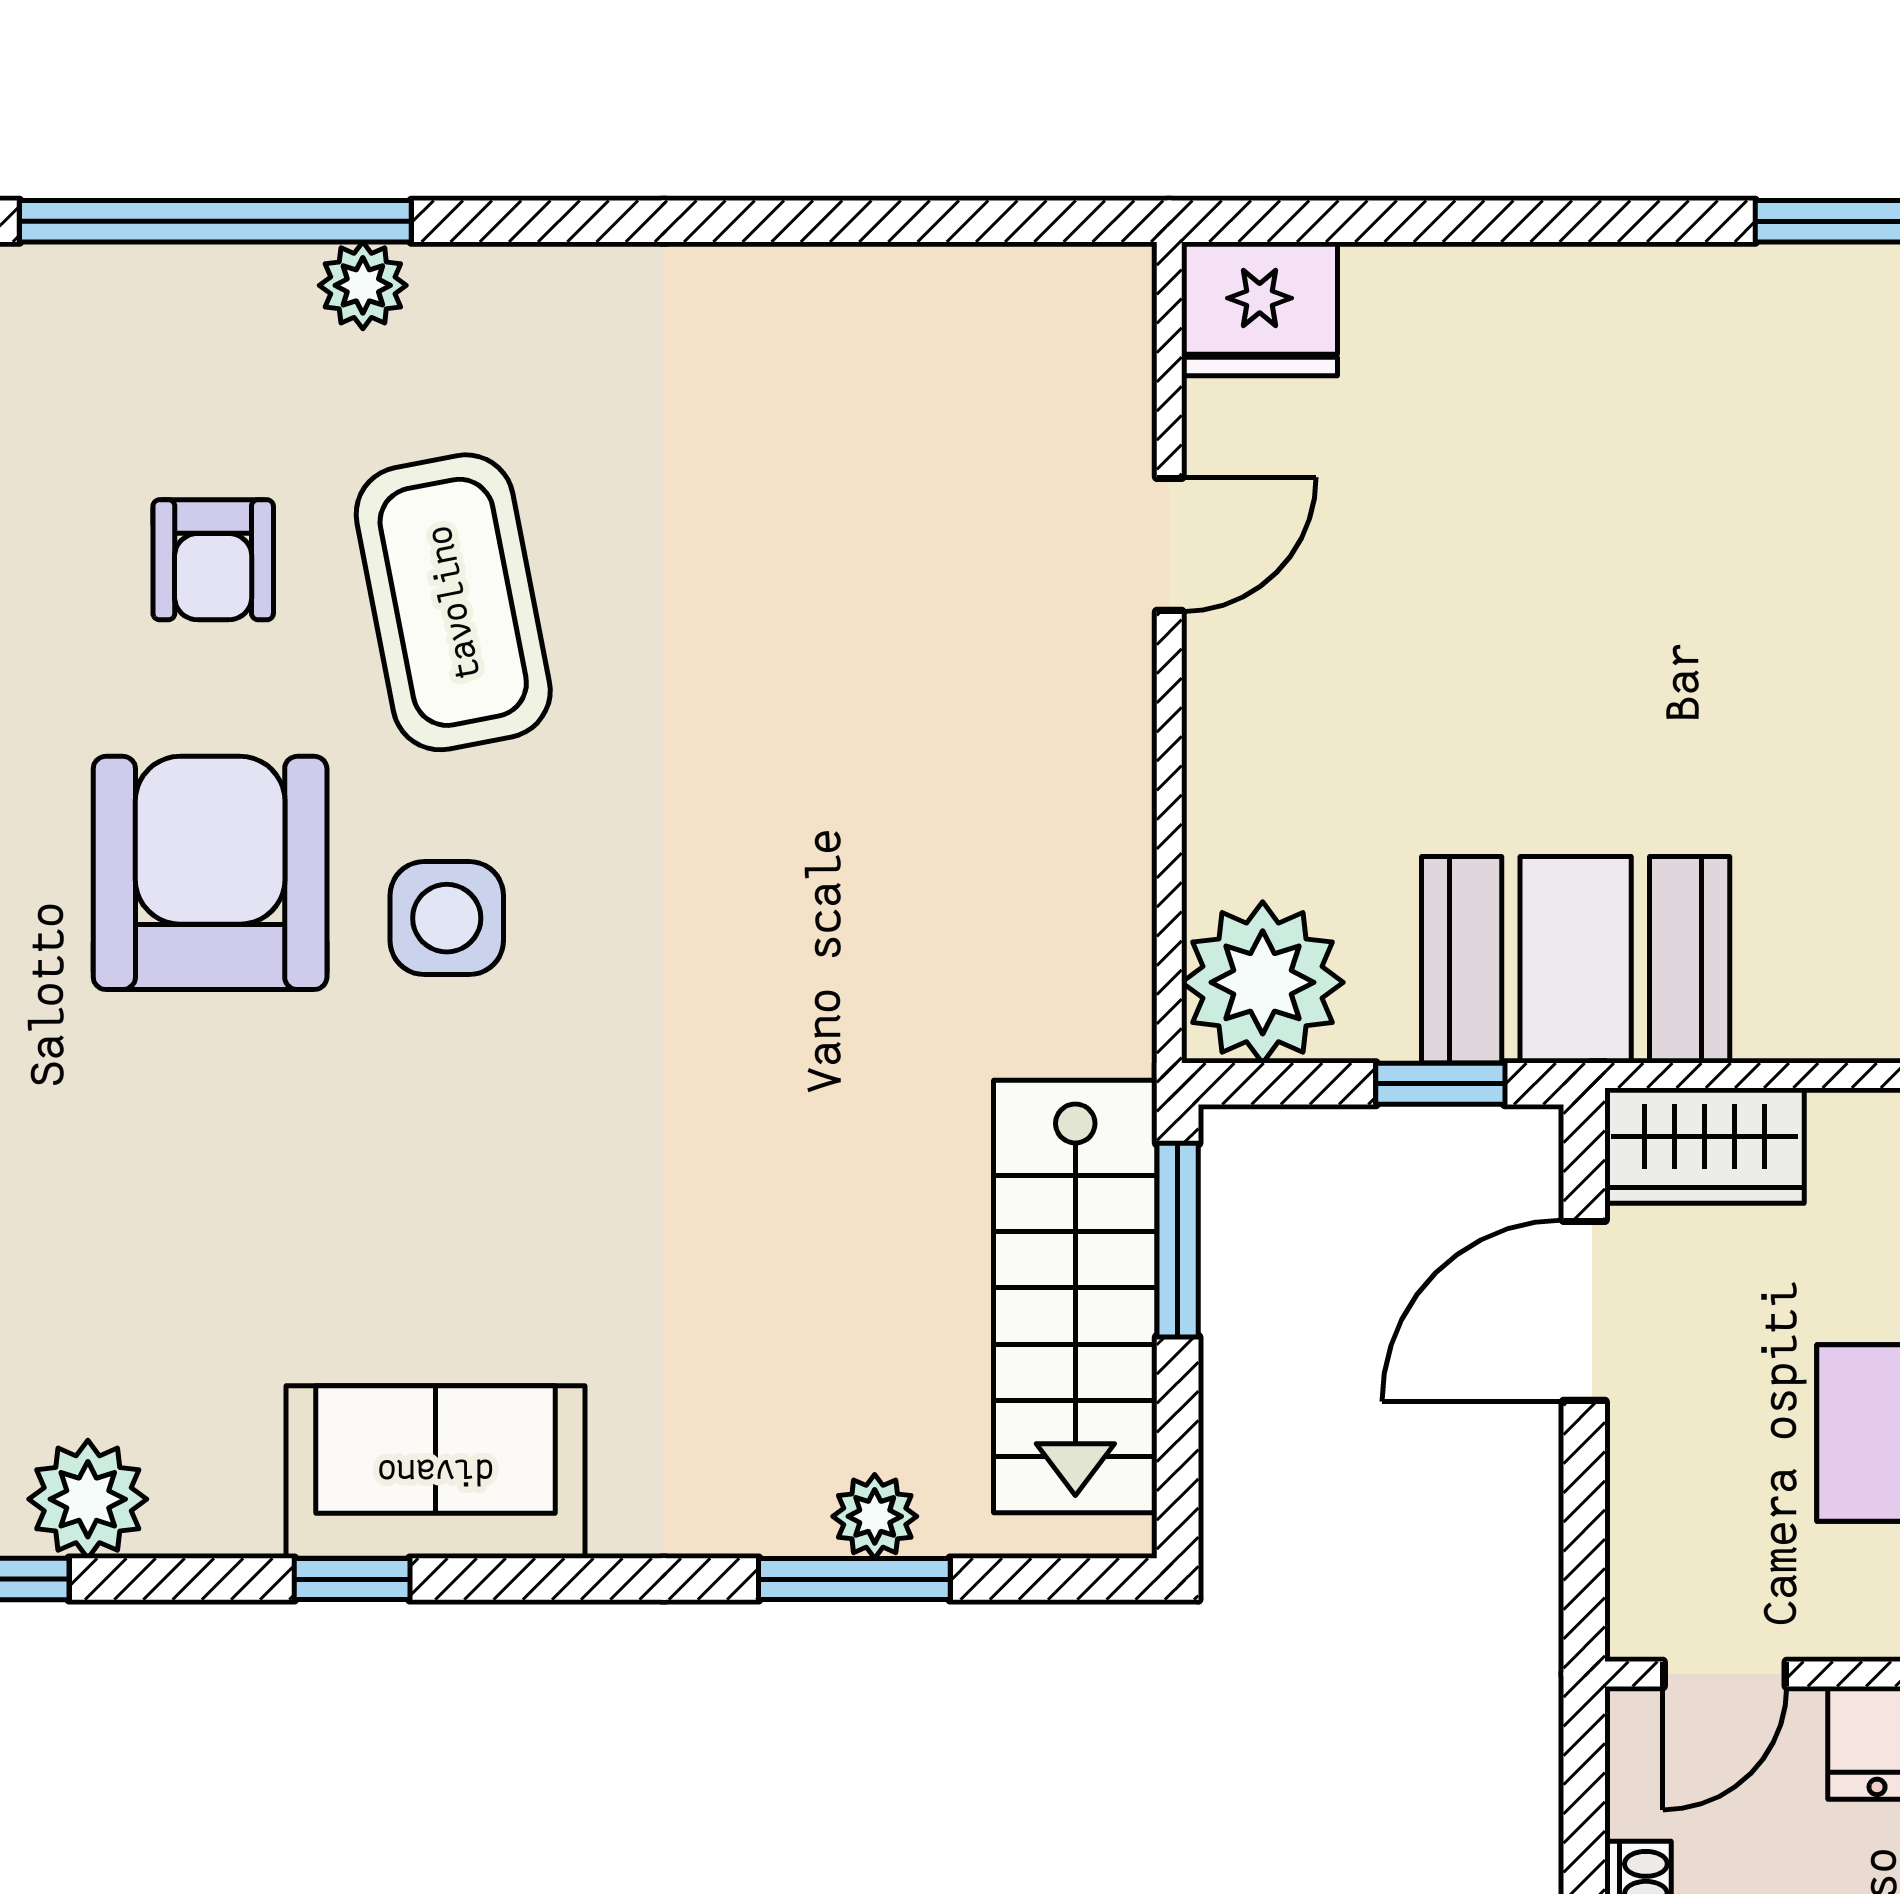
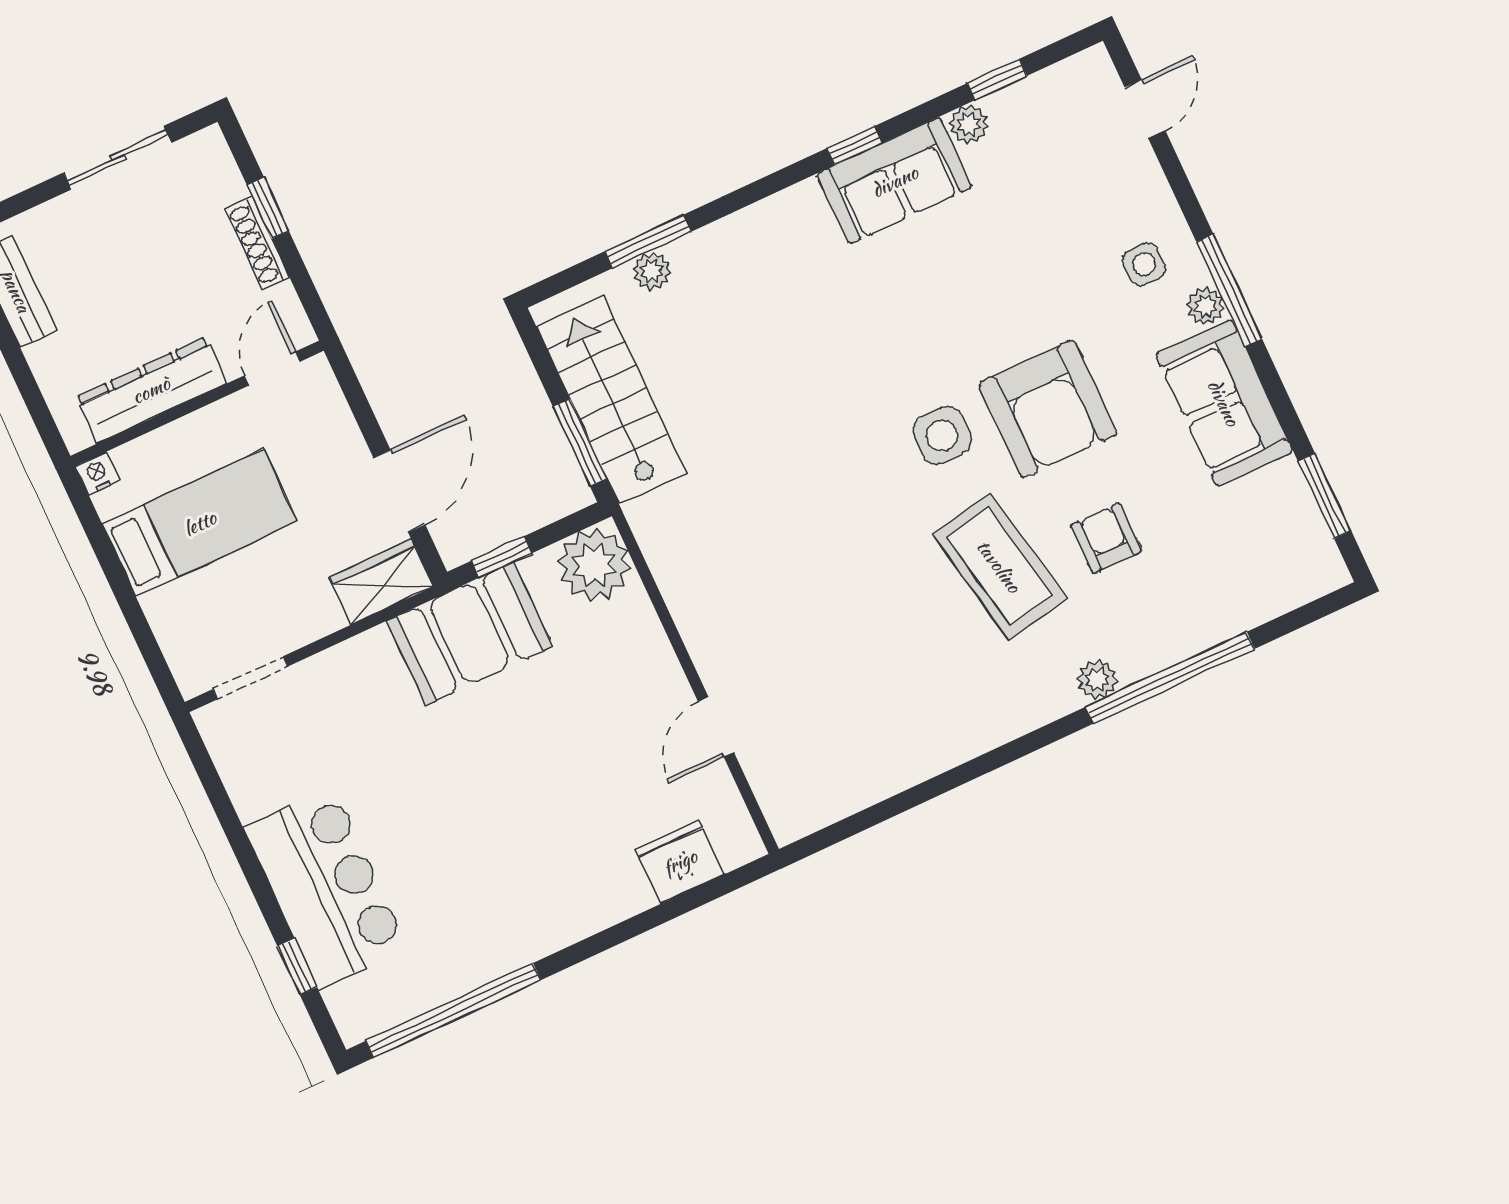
fridge: (1260, 309) -> (680, 862), moved
sofa: (435, 1472) -> (895, 181), moved
plant: (88, 1499) -> (969, 124), width x0.73, depth x0.73

